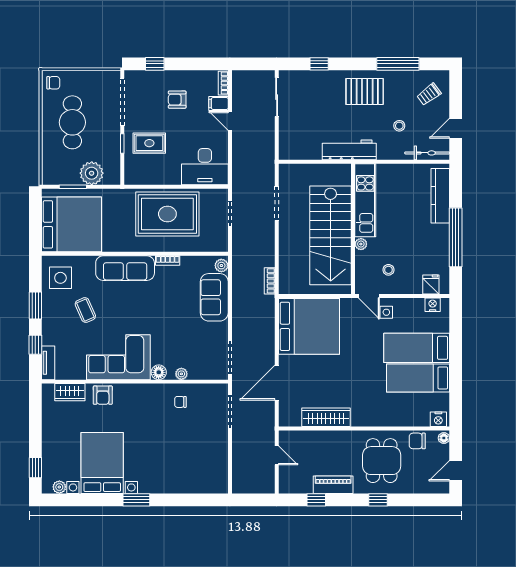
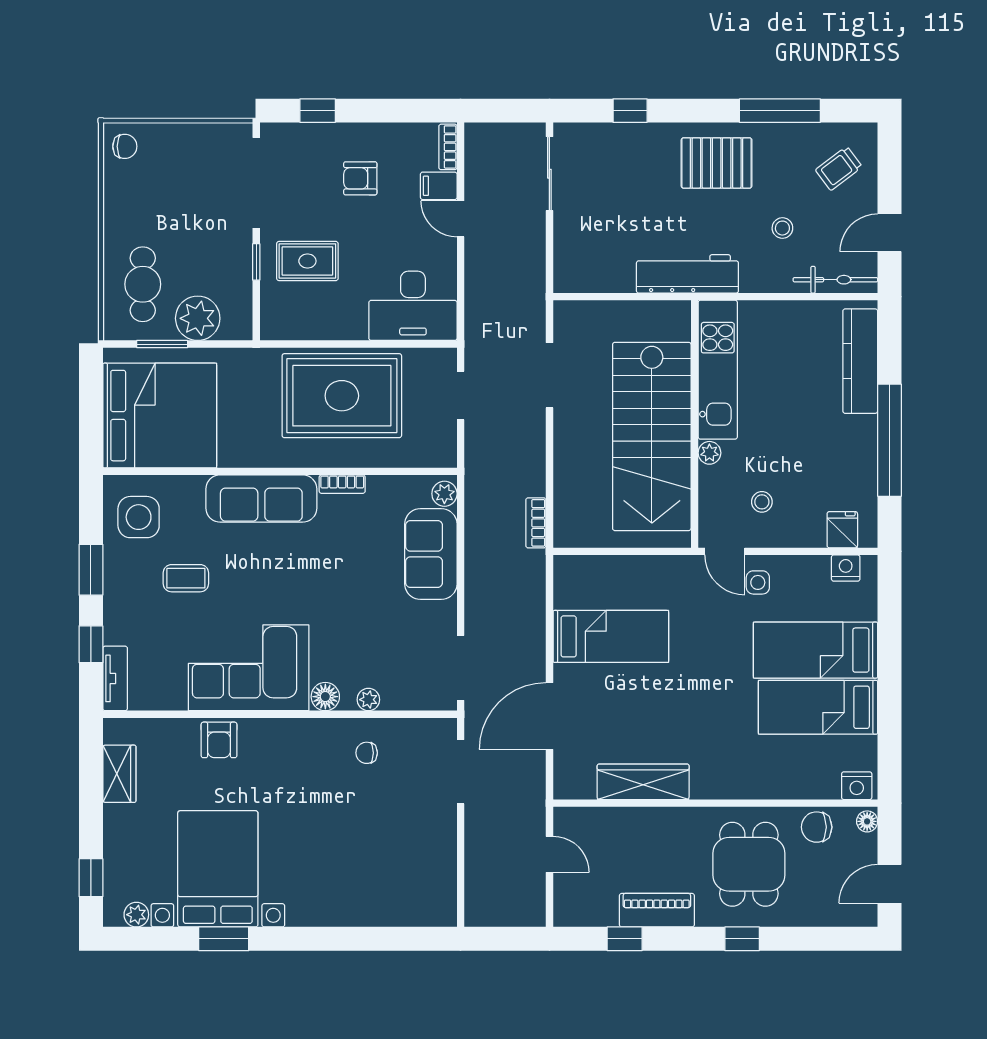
cafe table: (72, 122) -> (143, 284), moved, width x0.73, depth x0.74
coffee table: (85, 310) -> (186, 578), turned -66
bed: (309, 326) -> (611, 636), width x0.49
wardrobe: (70, 392) -> (119, 774), moved, turned -90
window: (136, 500) -> (224, 939), moved

